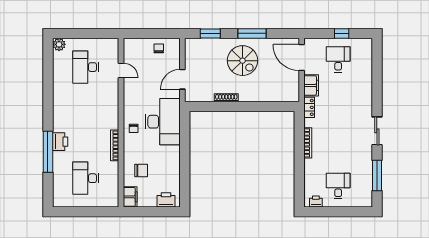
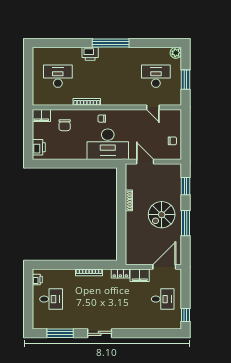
window: (89, 33) -> (186, 80), added
window: (342, 33) -> (186, 315), moved
door: (121, 70) -> (153, 107), hinge flipped
window: (48, 152) -> (111, 43), moved

